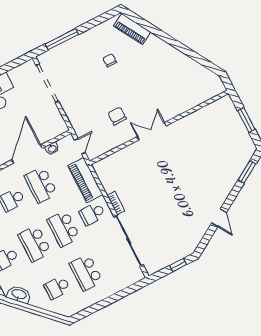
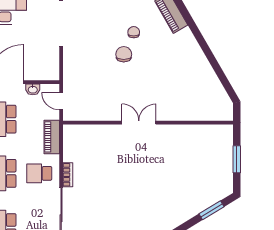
chair: (117, 116) -> (124, 54), moved
door: (80, 146) -> (61, 101), swing flipped
piano: (85, 180) -> (52, 137), width x0.73, depth x0.75

